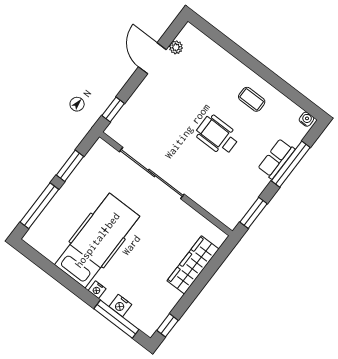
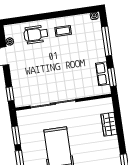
wheelchair: (217, 135) -> (36, 34), moved
row of seats: (276, 159) -> (103, 74), moved
wardrobe: (193, 265) -> (109, 124), width x0.67

